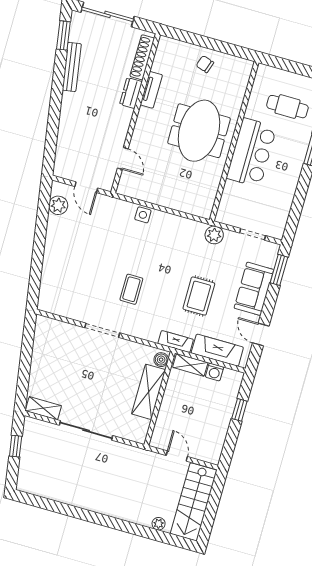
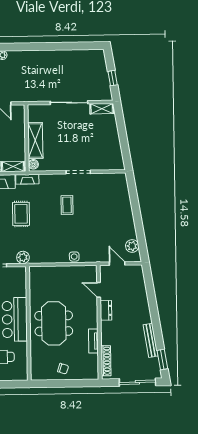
dresser: (131, 93) -> (106, 310), moved

